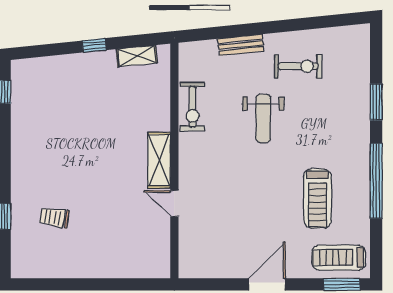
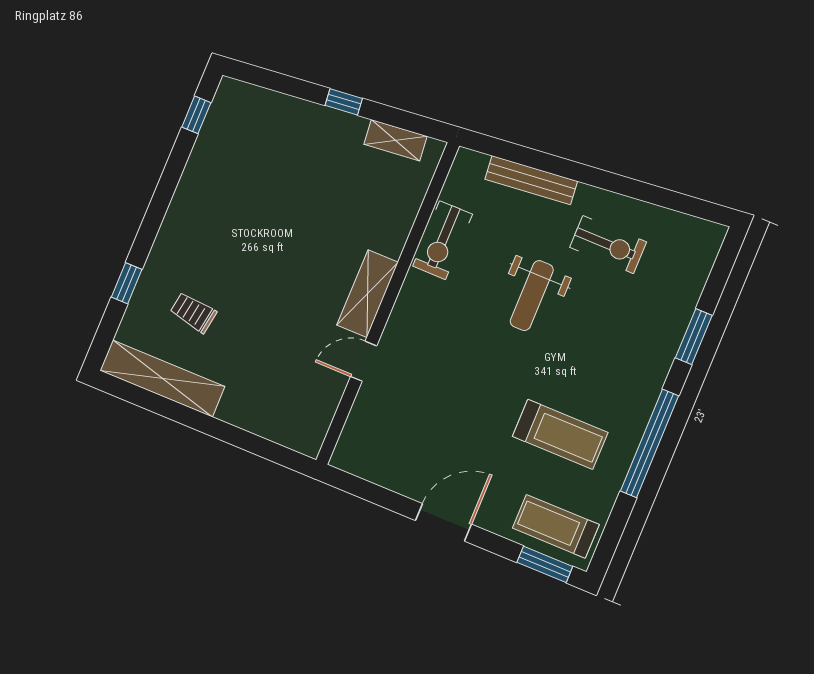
bench: (241, 45) -> (531, 180), width x1.36
treadmill: (317, 198) -> (560, 434), turned -90
door: (174, 204) -> (364, 361), hinge flipped
shelving: (52, 267) -> (162, 379), added

